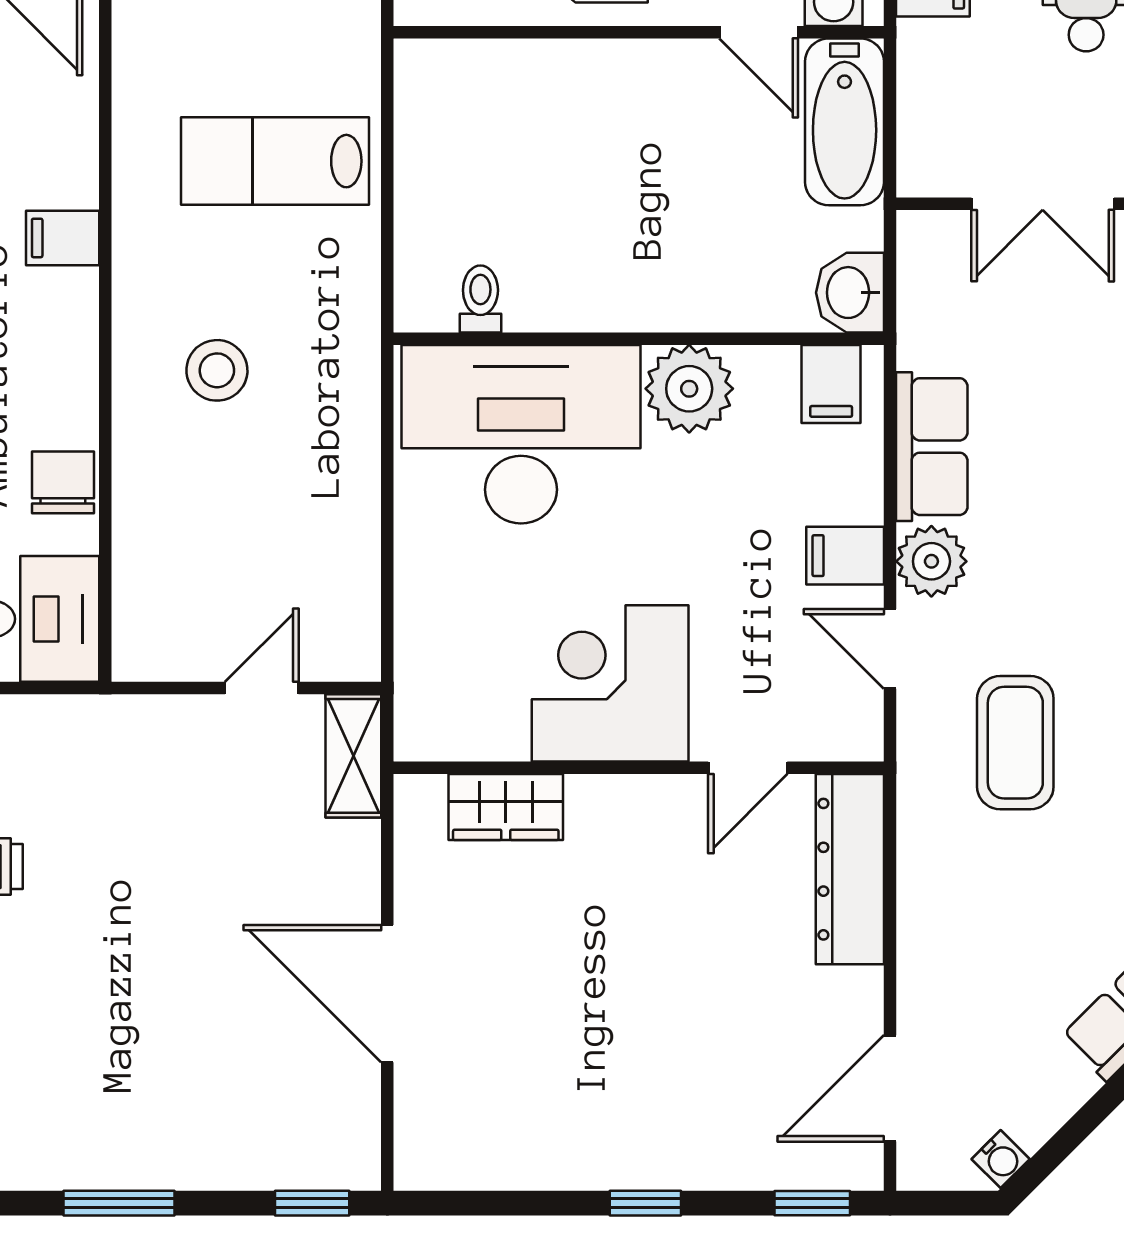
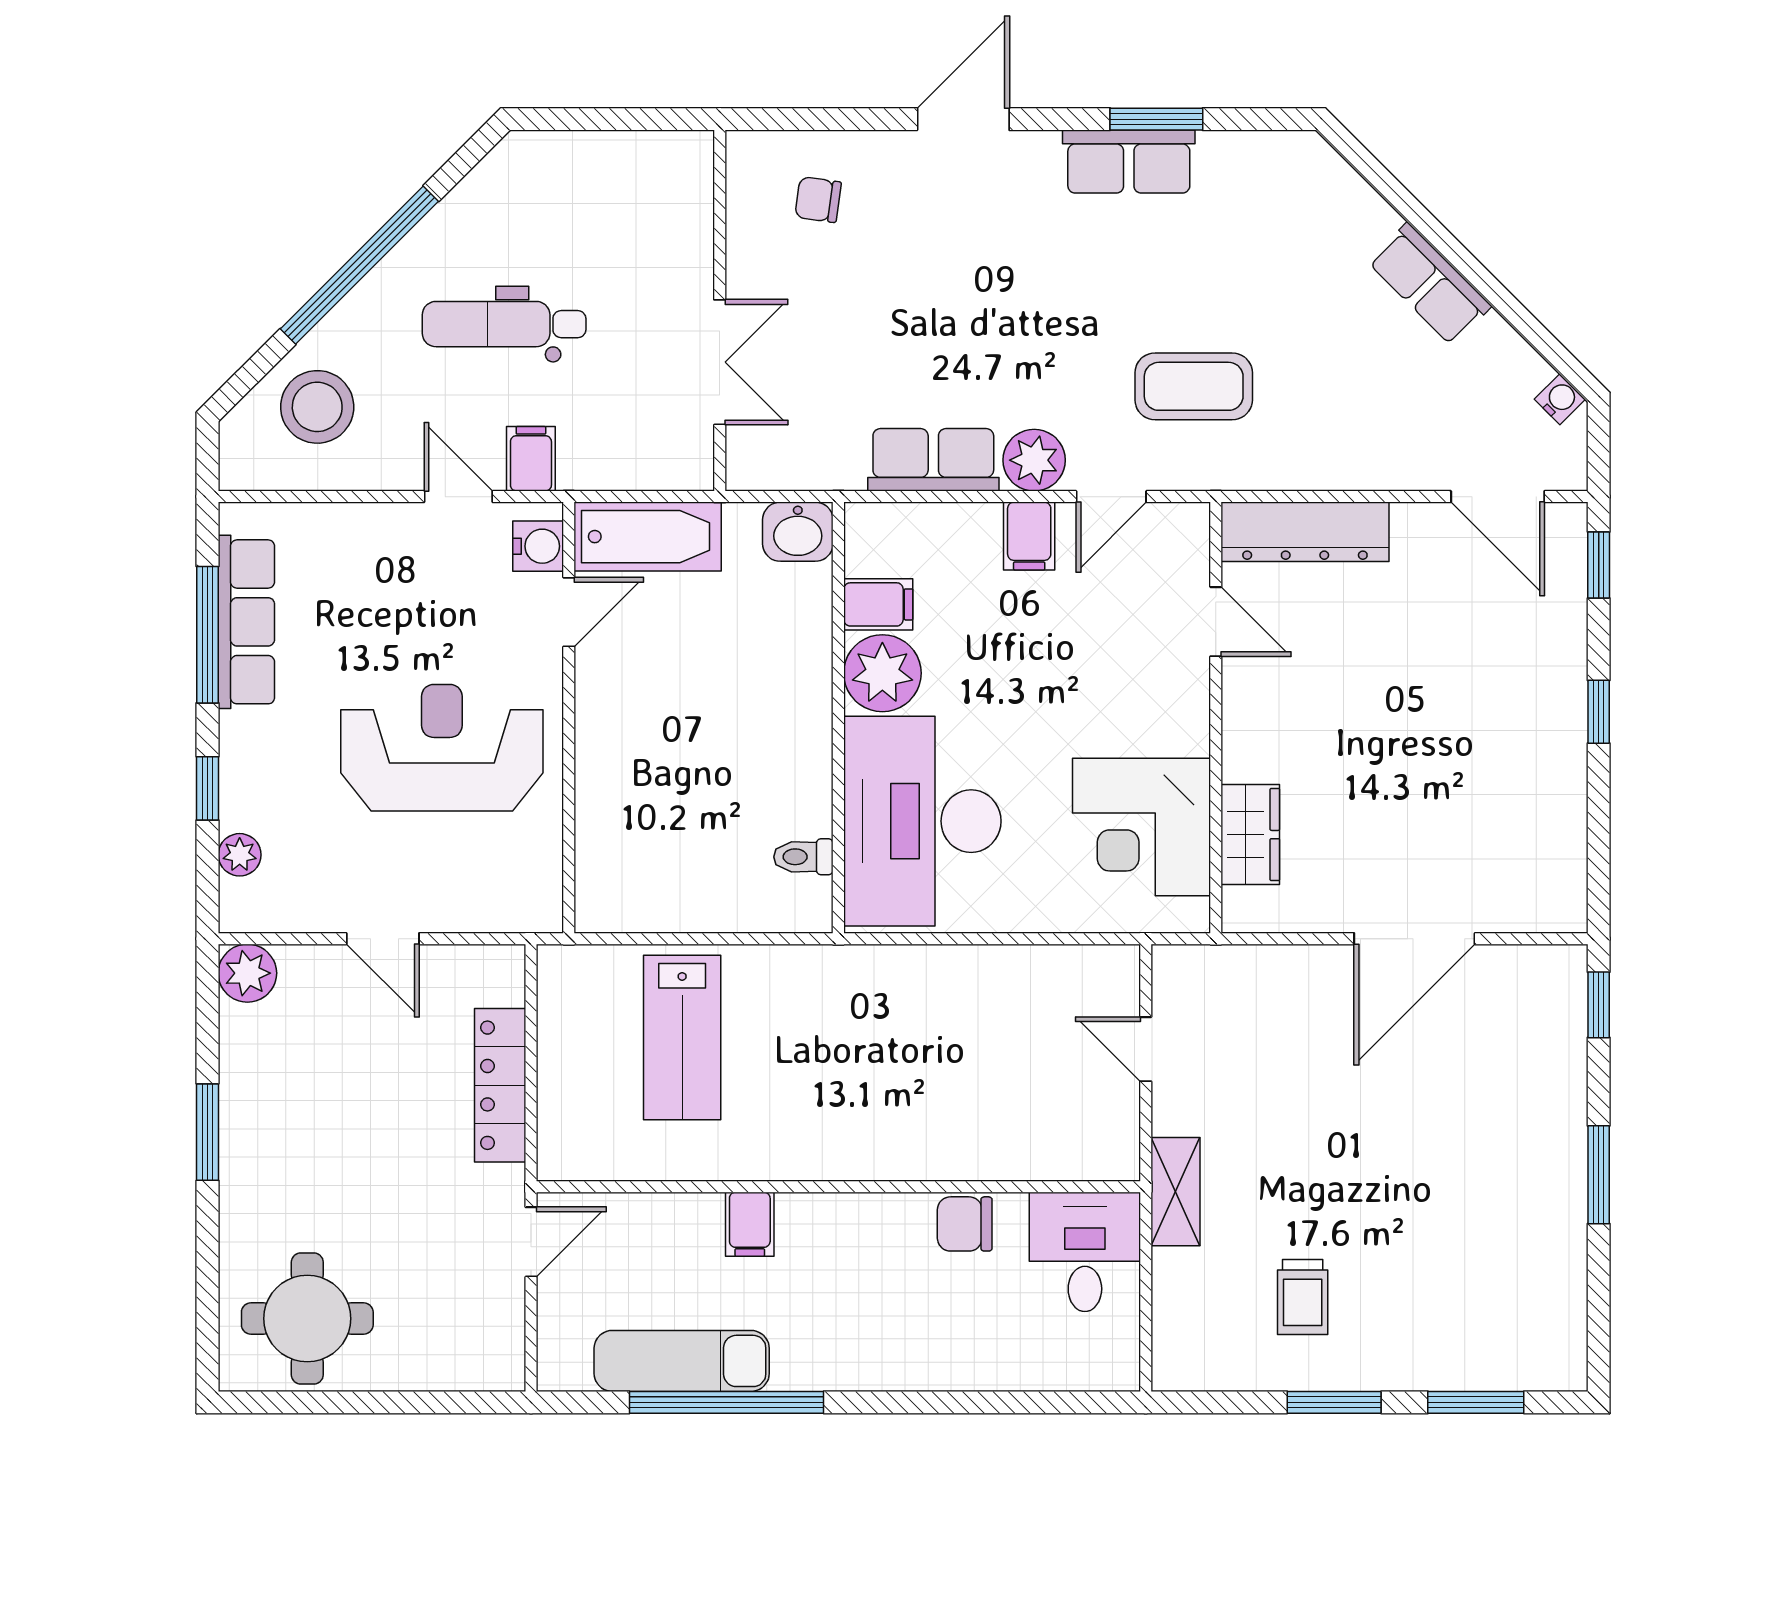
stool: (217, 370) -> (866, 1089), removed
filing cabinet: (831, 384) -> (878, 604), moved
corner desk: (610, 683) -> (1142, 827), moved
shelving: (353, 756) -> (1176, 1192), moved, turned 90

